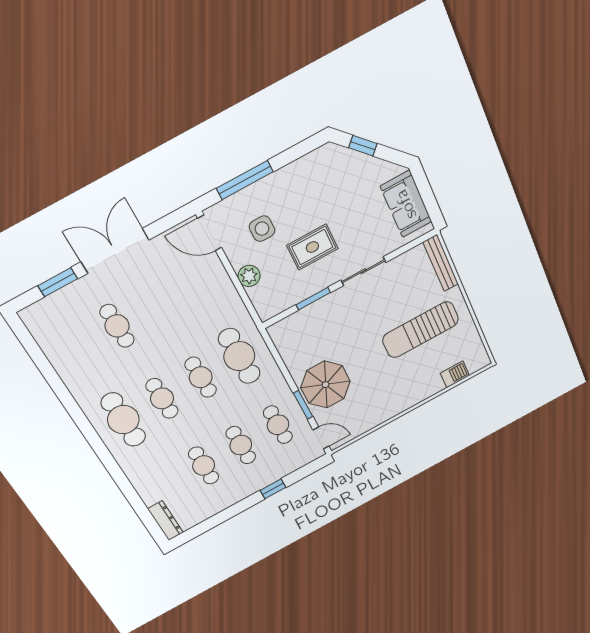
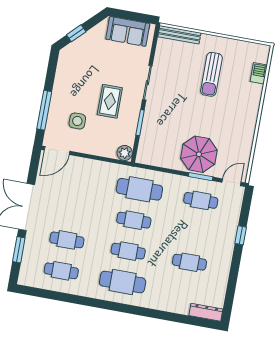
plant: (249, 276) -> (125, 153), moved
sun lounger: (421, 330) -> (211, 74), width x0.73, depth x0.75
cafe table: (241, 445) -> (61, 271), moved

